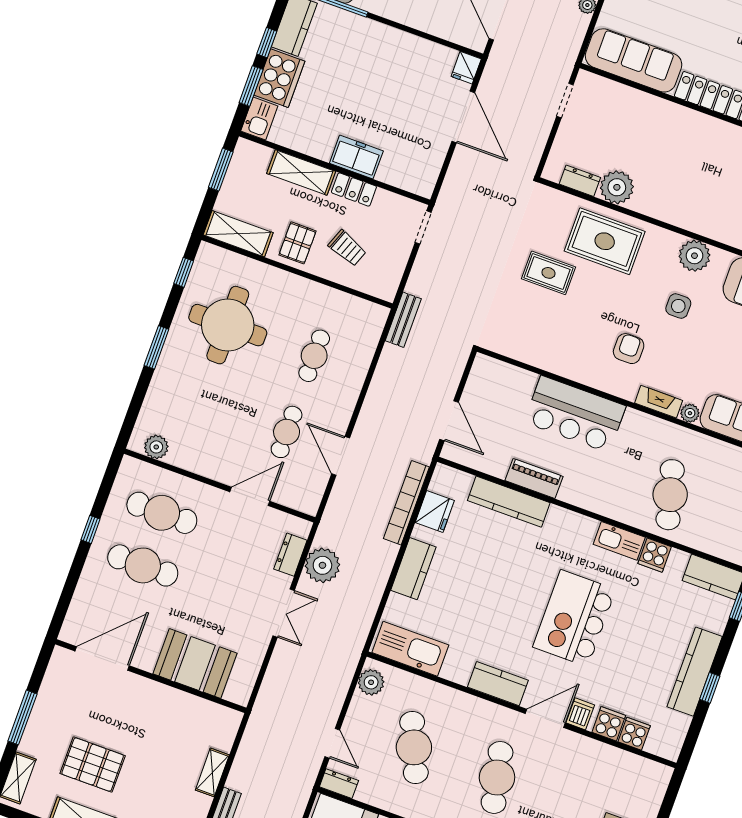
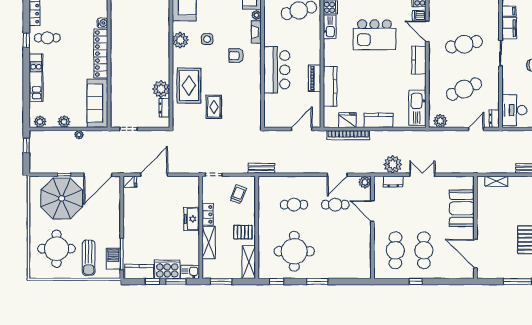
trolley: (347, 248) -> (238, 194), moved
plant: (156, 447) -> (365, 182), moved
shelving: (212, 772) -> (496, 181), moved

